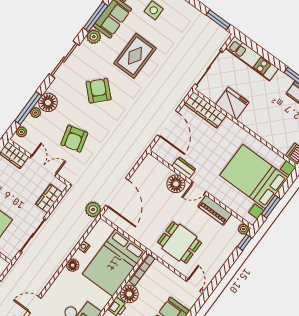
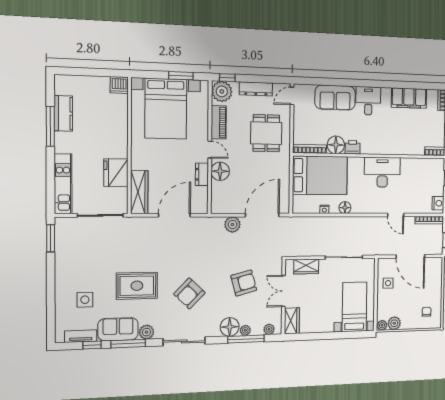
plant: (93, 210) -> (232, 225), moved
plant: (243, 229) -> (222, 91), width x1.87, depth x1.87
dresser: (220, 259) -> (256, 89), added

